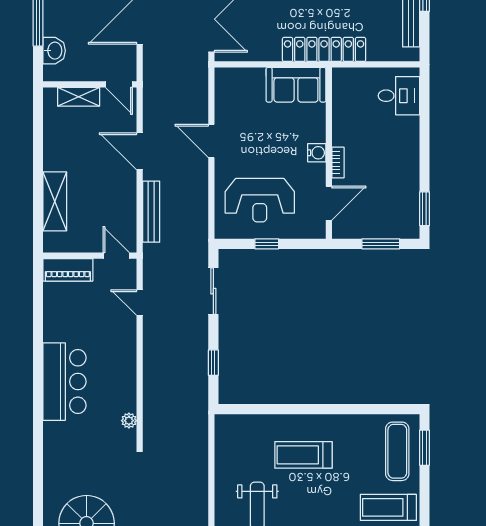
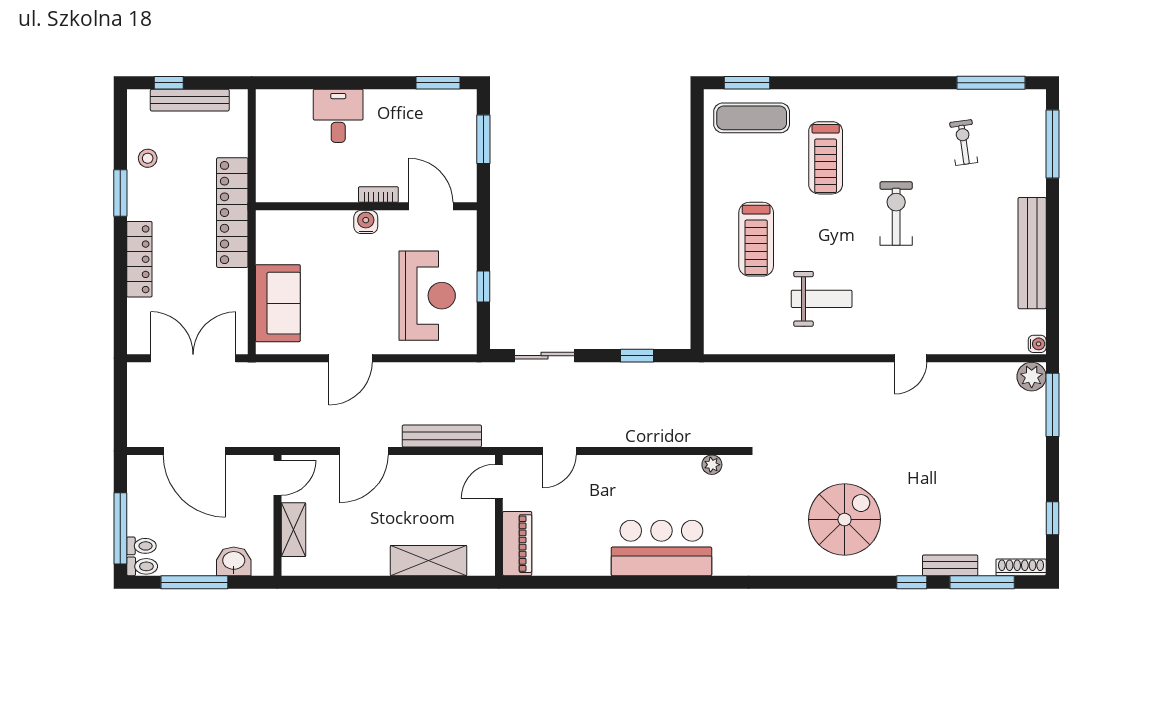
sofa: (296, 85) -> (278, 303), moved
desk: (399, 96) -> (338, 116), moved
treadmill: (388, 507) -> (826, 158), moved

